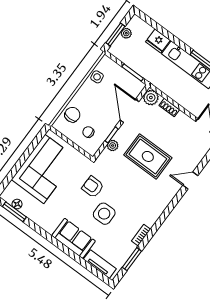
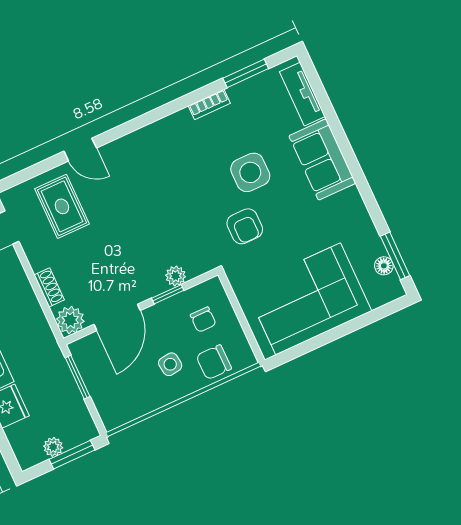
side table: (97, 77) -> (170, 364), moved
rug: (148, 156) -> (62, 206), moved, width x0.73, depth x0.70

